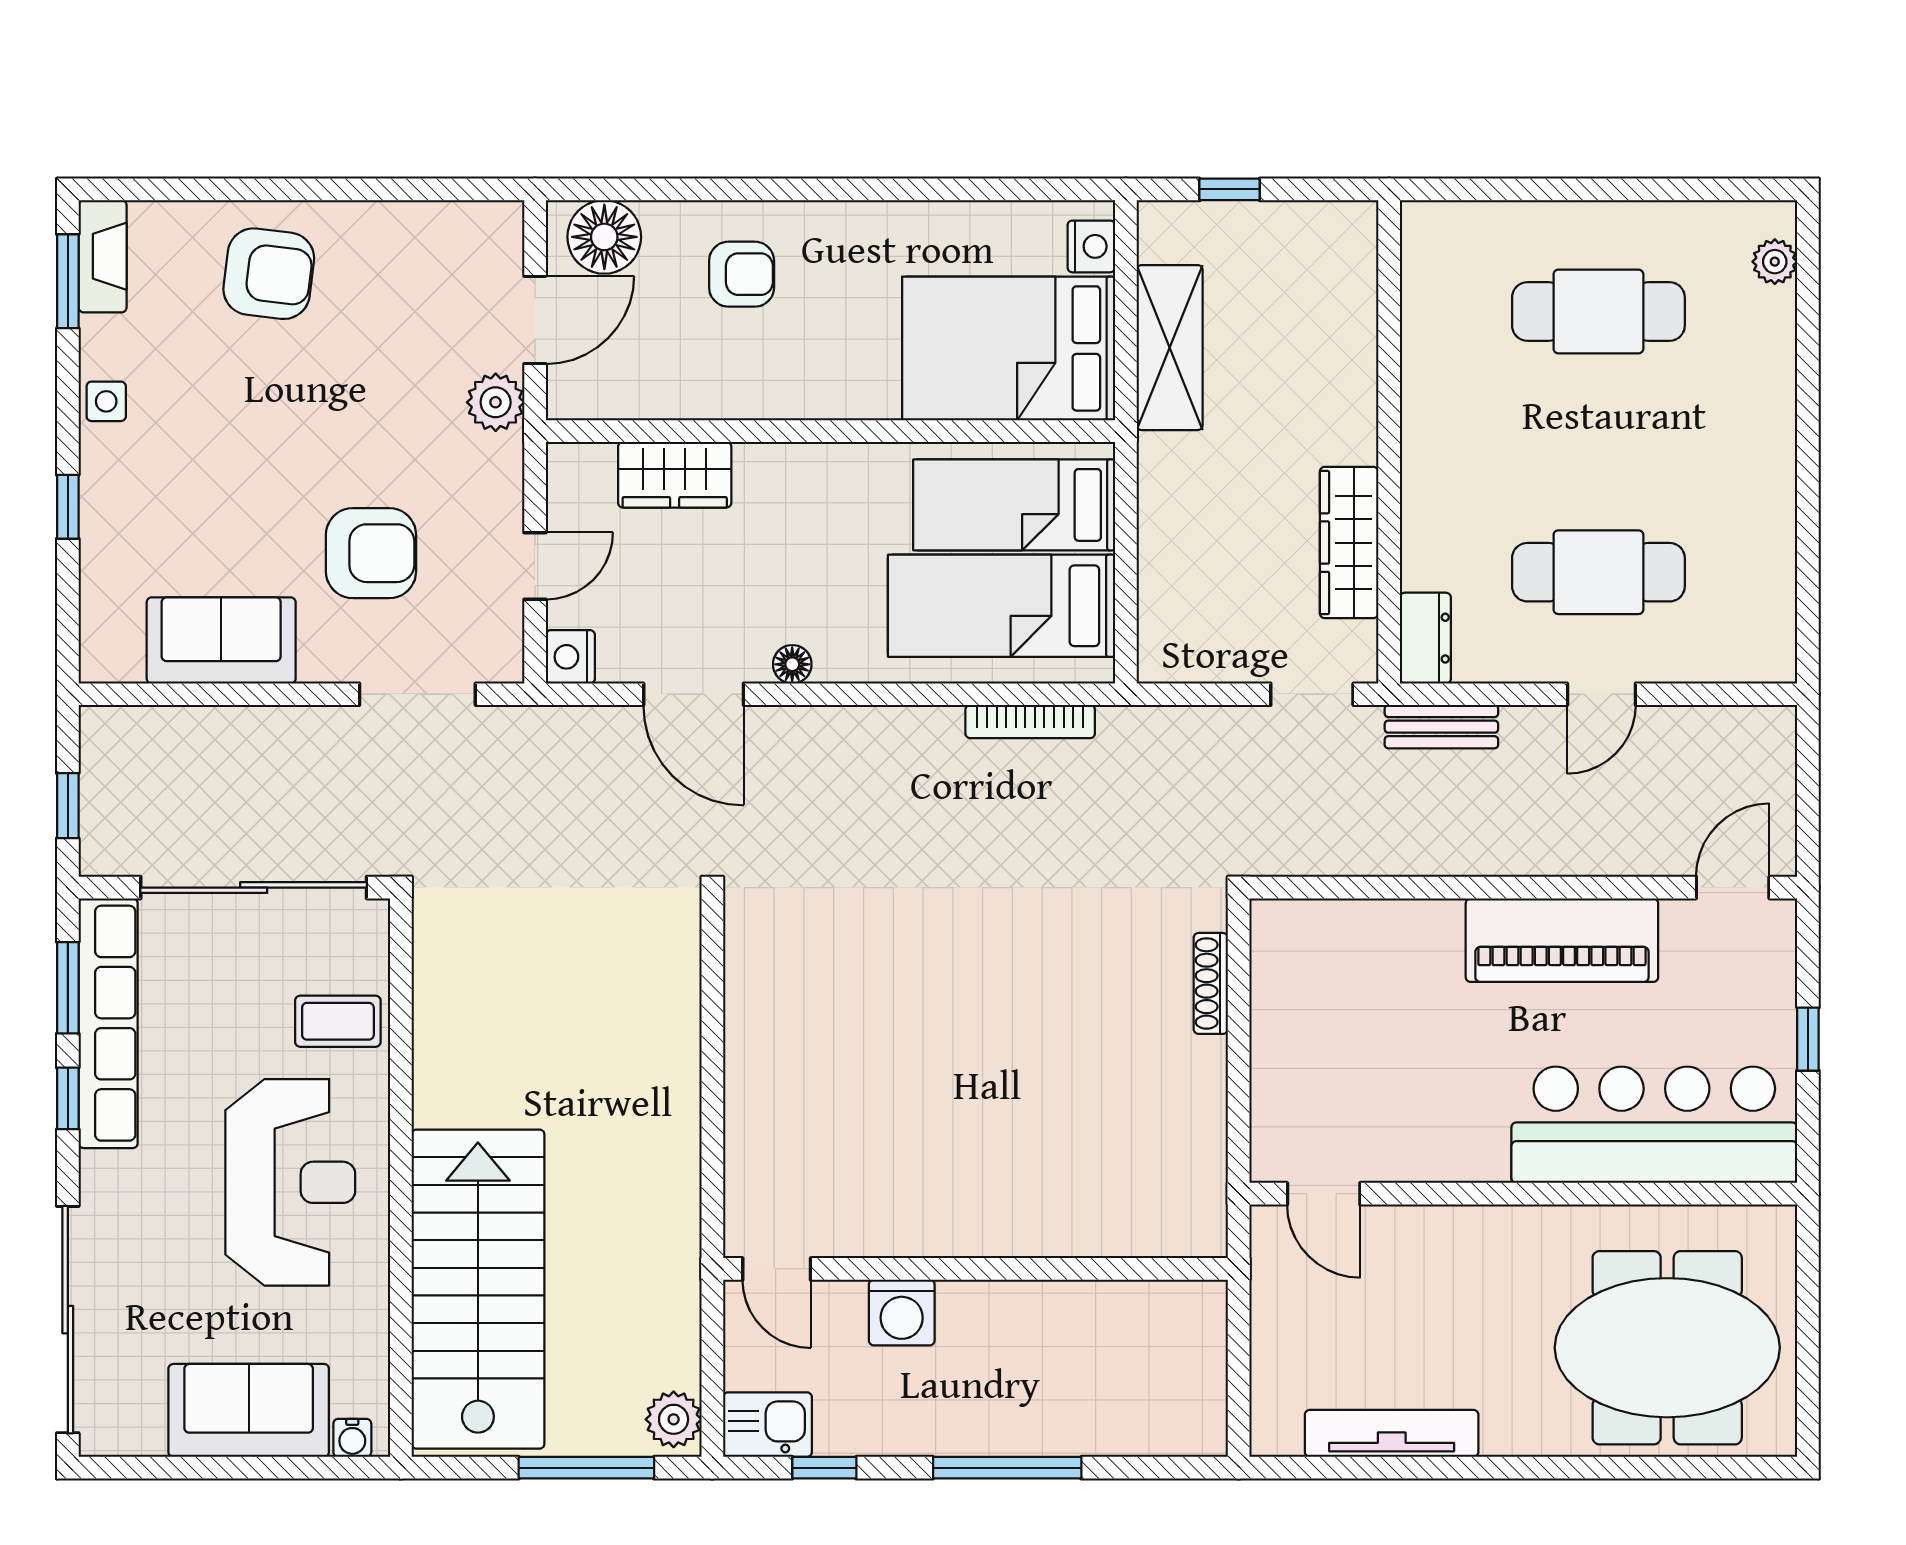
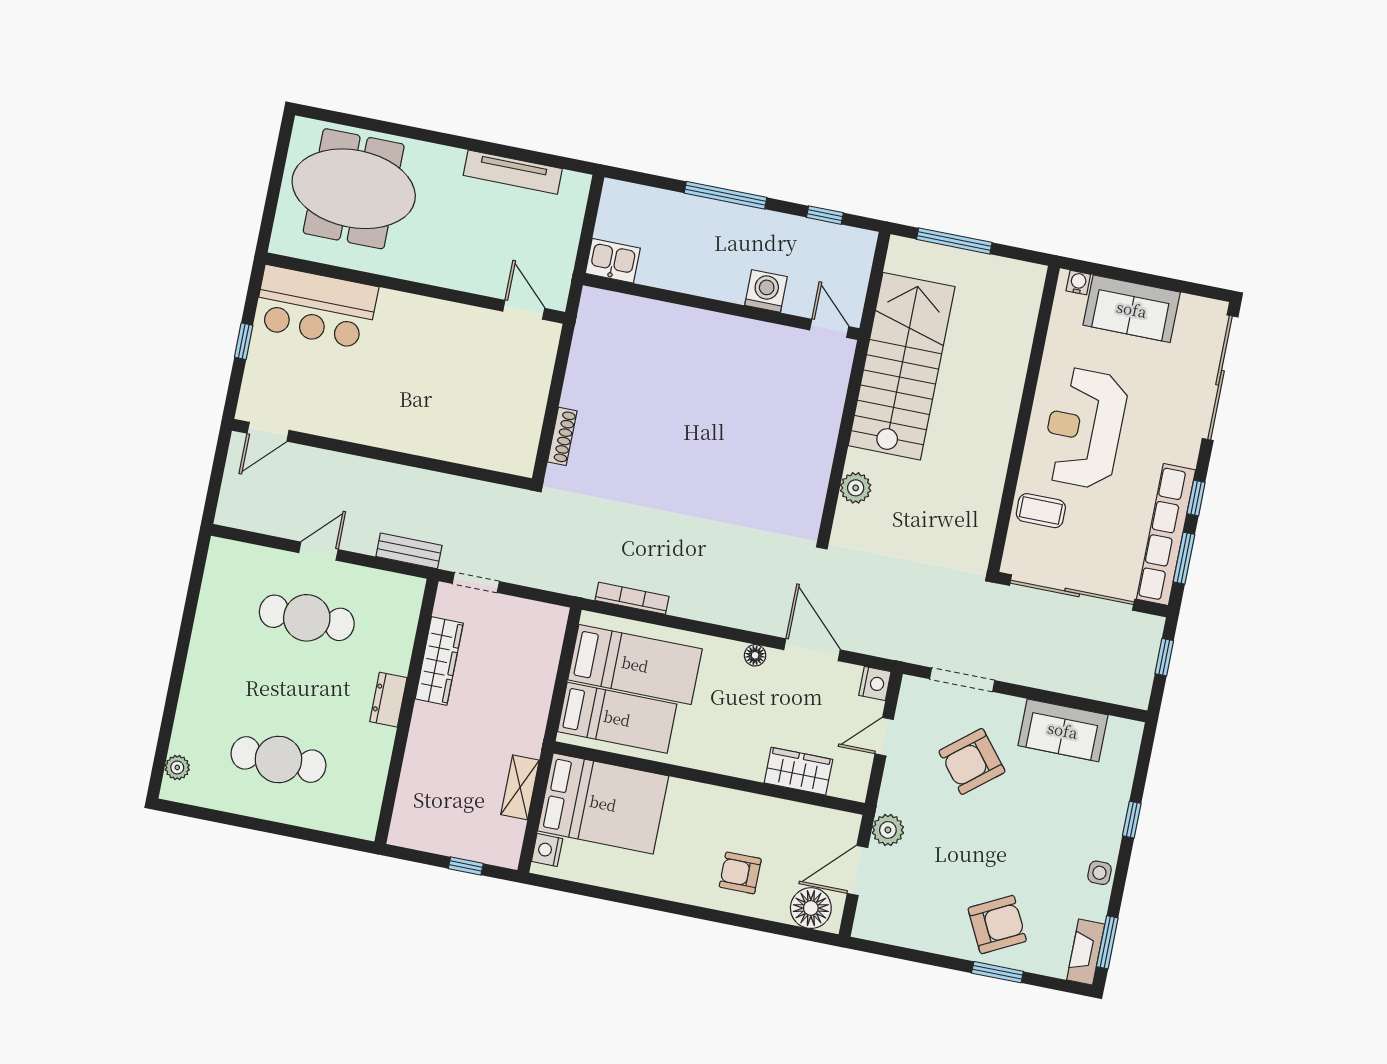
window: (252, 189) -> (997, 972), added
armchair: (269, 274) -> (997, 925), turned 146
shelving: (1170, 348) -> (520, 787), width x0.67, depth x0.75
armchair: (371, 553) -> (972, 761), turned -39
dresser: (1425, 638) -> (388, 700), moved
piano: (1562, 940) -> (367, 422), removed
bar counter: (1654, 1125) -> (316, 307), width x0.73
stairs: (478, 1289) -> (902, 366), moved, turned 180
plant: (674, 1419) -> (856, 488), moved
kitchen sink: (767, 1425) -> (613, 261), moved, turned 180

